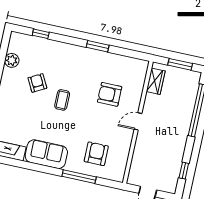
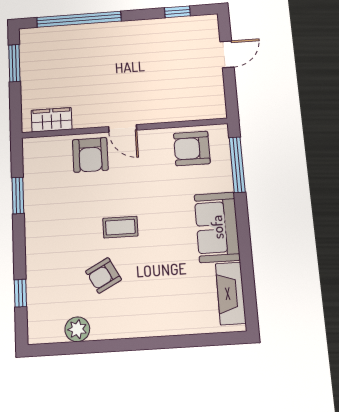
wardrobe: (156, 81) -> (52, 120), moved
door: (138, 121) -> (123, 128), moved
wall: (138, 122) -> (124, 128), moved

